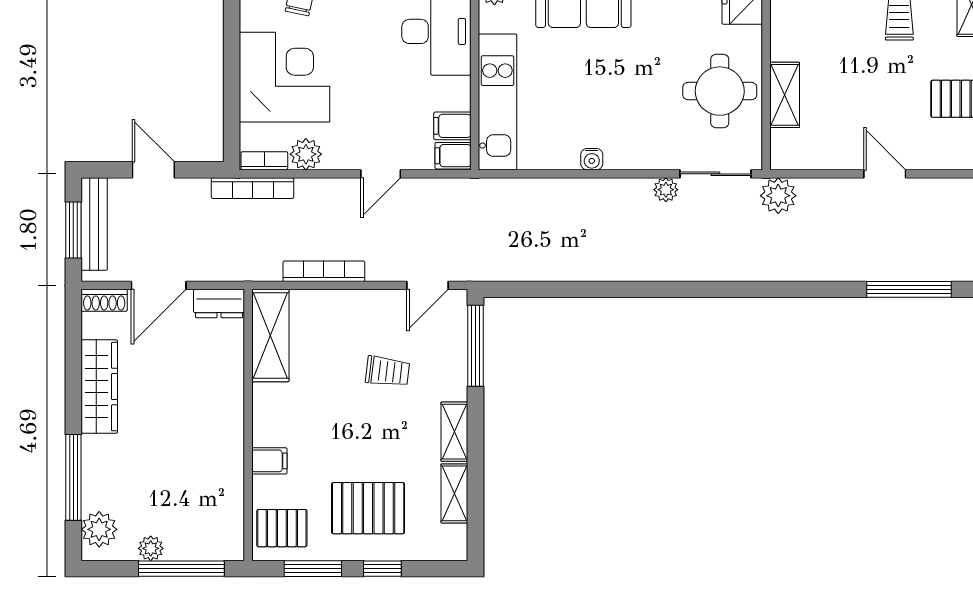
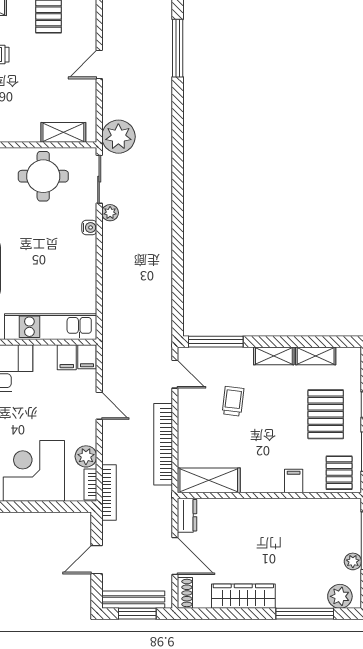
shelving: (785, 95) -> (63, 132), moved
water cooler: (592, 159) -> (89, 227), moved
plant: (778, 196) -> (118, 137), width x1.36, depth x1.36
bookcase: (324, 271) -> (163, 444), width x1.48, depth x1.31

